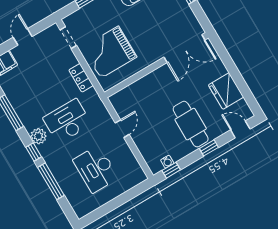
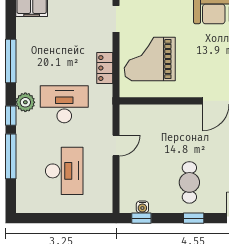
cafe table: (191, 124) -> (189, 182), width x0.73, depth x0.74
desk: (96, 169) -> (64, 171), turned 180

